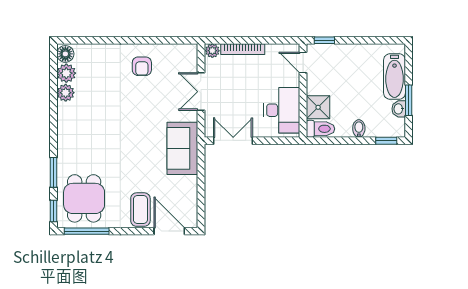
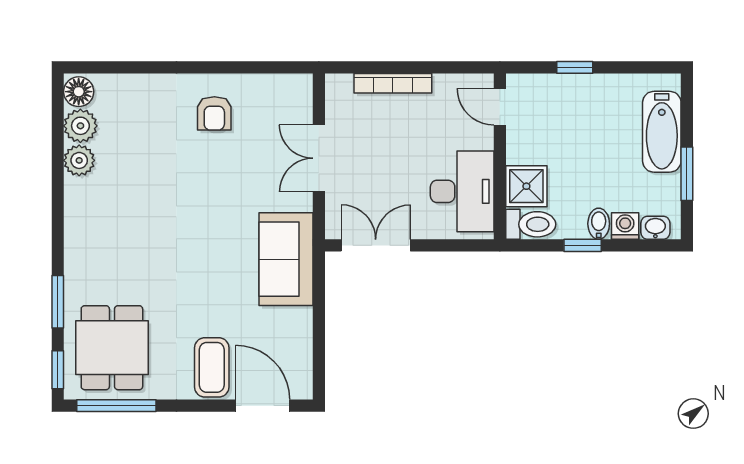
window: (324, 40) -> (575, 67), moved
plant: (212, 51) -> (339, 86), removed
washbasin: (399, 109) -> (655, 228), moved, turned 90
washing machine: (374, 130) -> (625, 226), added
window: (386, 141) -> (583, 245), moved

